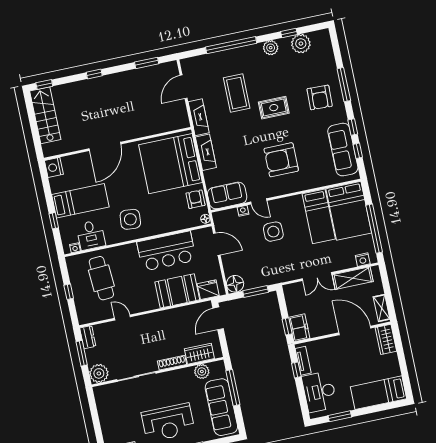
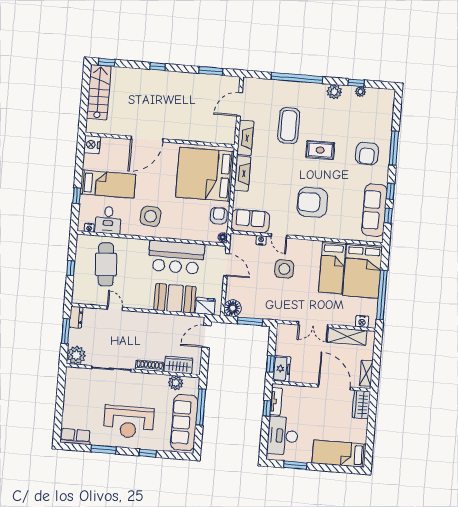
plant: (301, 44) -> (360, 92), width x0.53, depth x0.53

